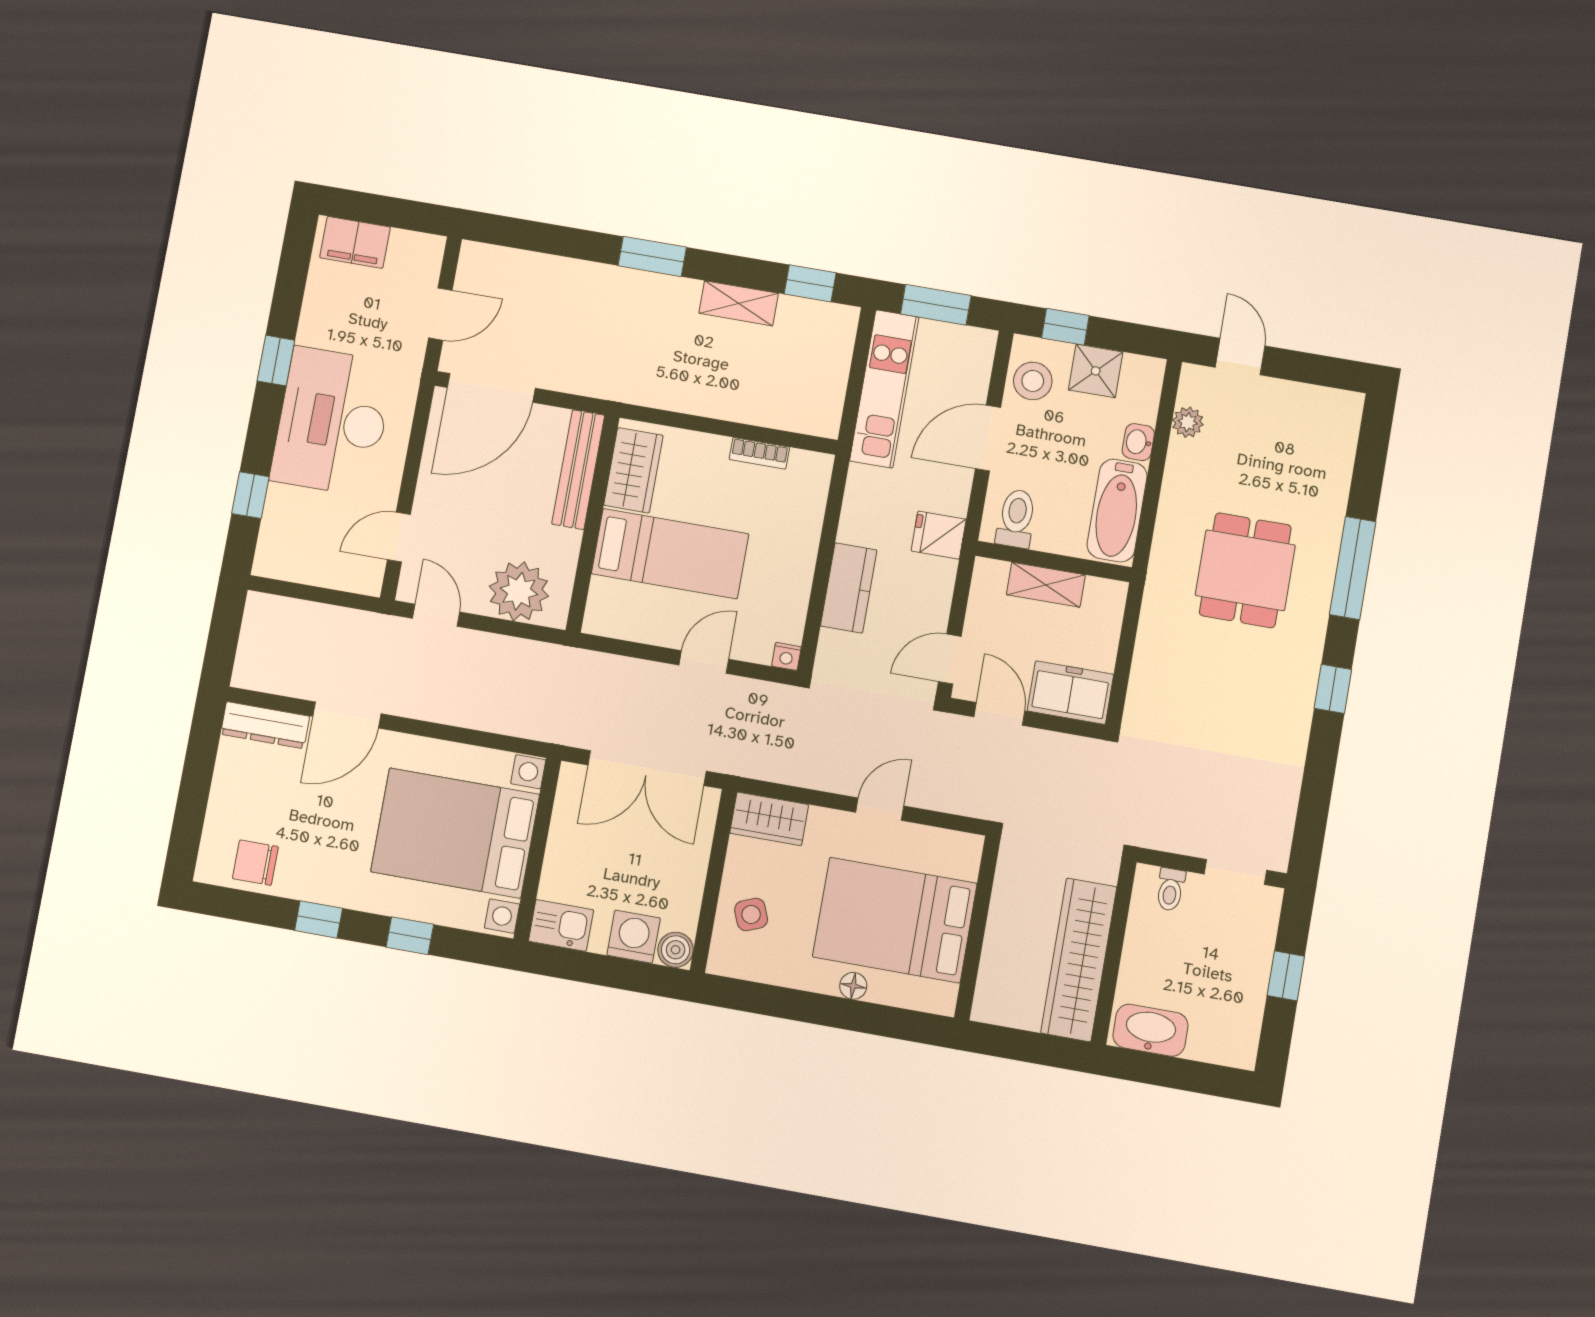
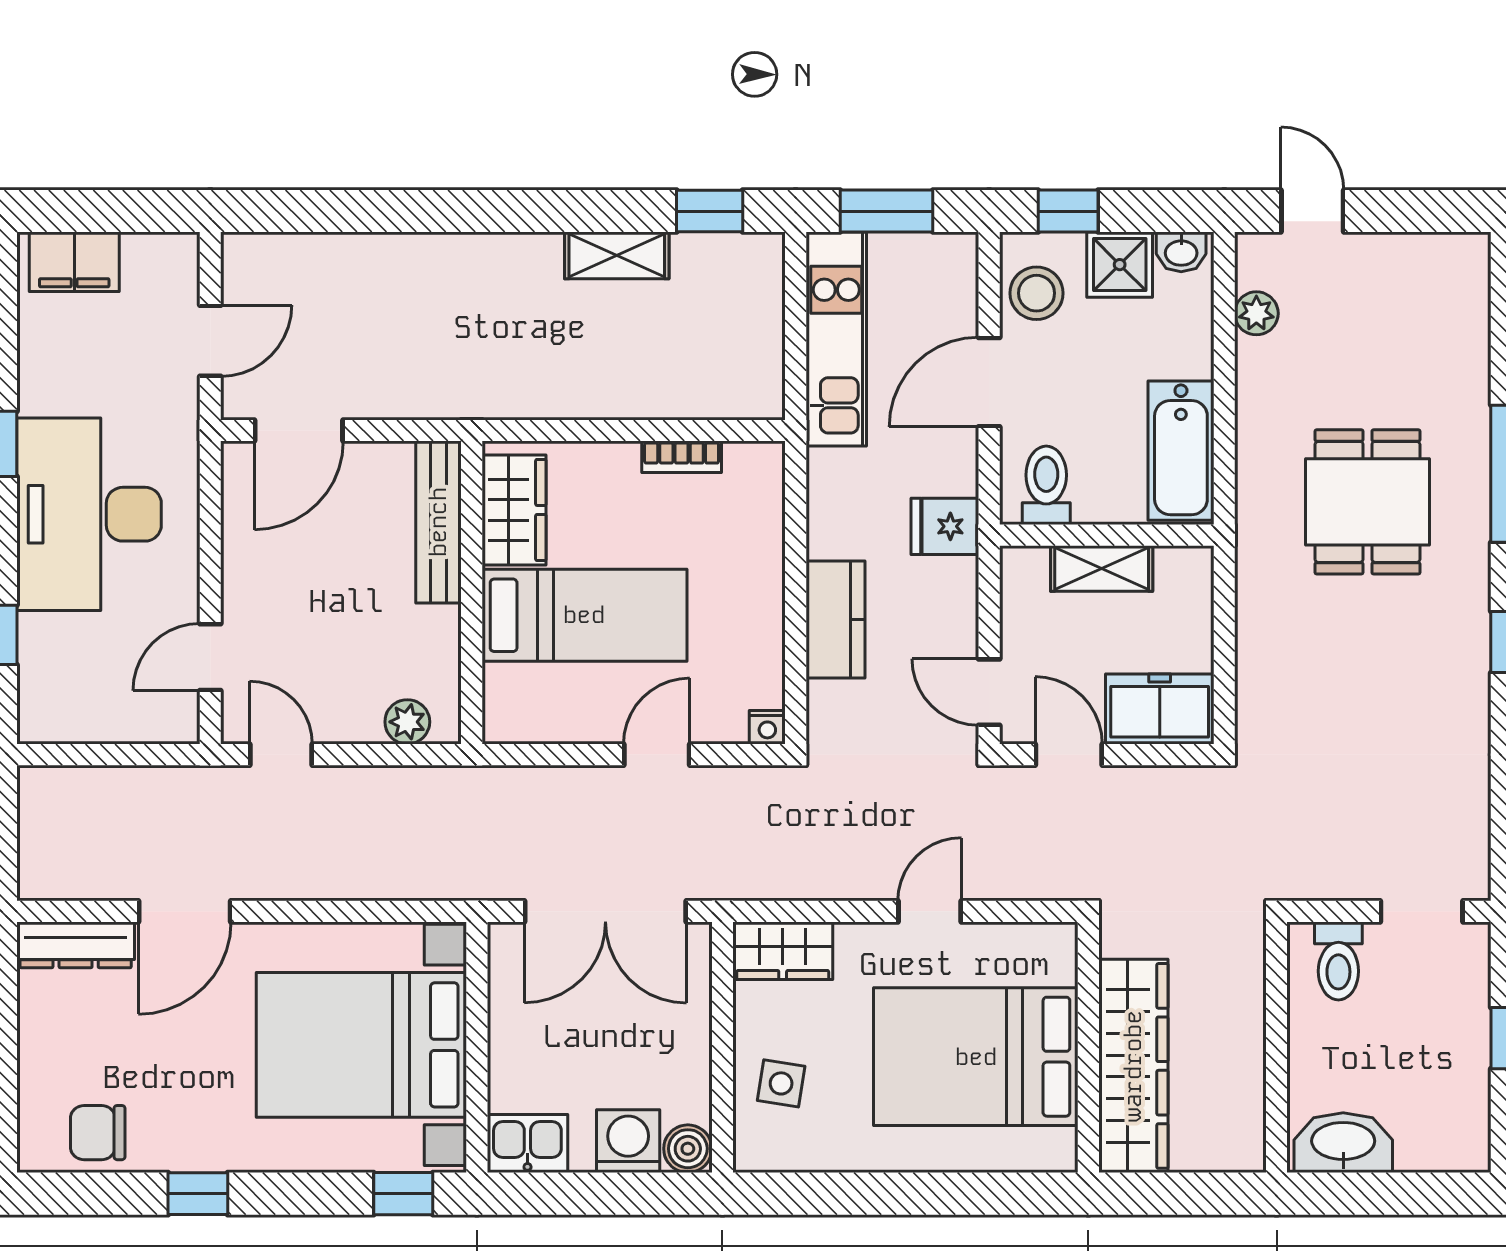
window: (652, 256) -> (487, 211), removed
door: (491, 388) -> (299, 431), width x0.73
washbasin: (1138, 442) -> (1181, 252), moved, turned -90
plant: (519, 591) -> (407, 722), width x0.53, depth x0.53
door: (950, 659) -> (989, 692), hinge flipped
toilet: (1170, 889) -> (1338, 961), width x1.37, depth x1.39
side table: (751, 914) -> (781, 1083), turned 31
window: (410, 936) -> (403, 1194), moved
wardrobe: (1079, 960) -> (1133, 1066), moved, turned 180
floor lamp: (853, 986) -> (935, 1154), removed

